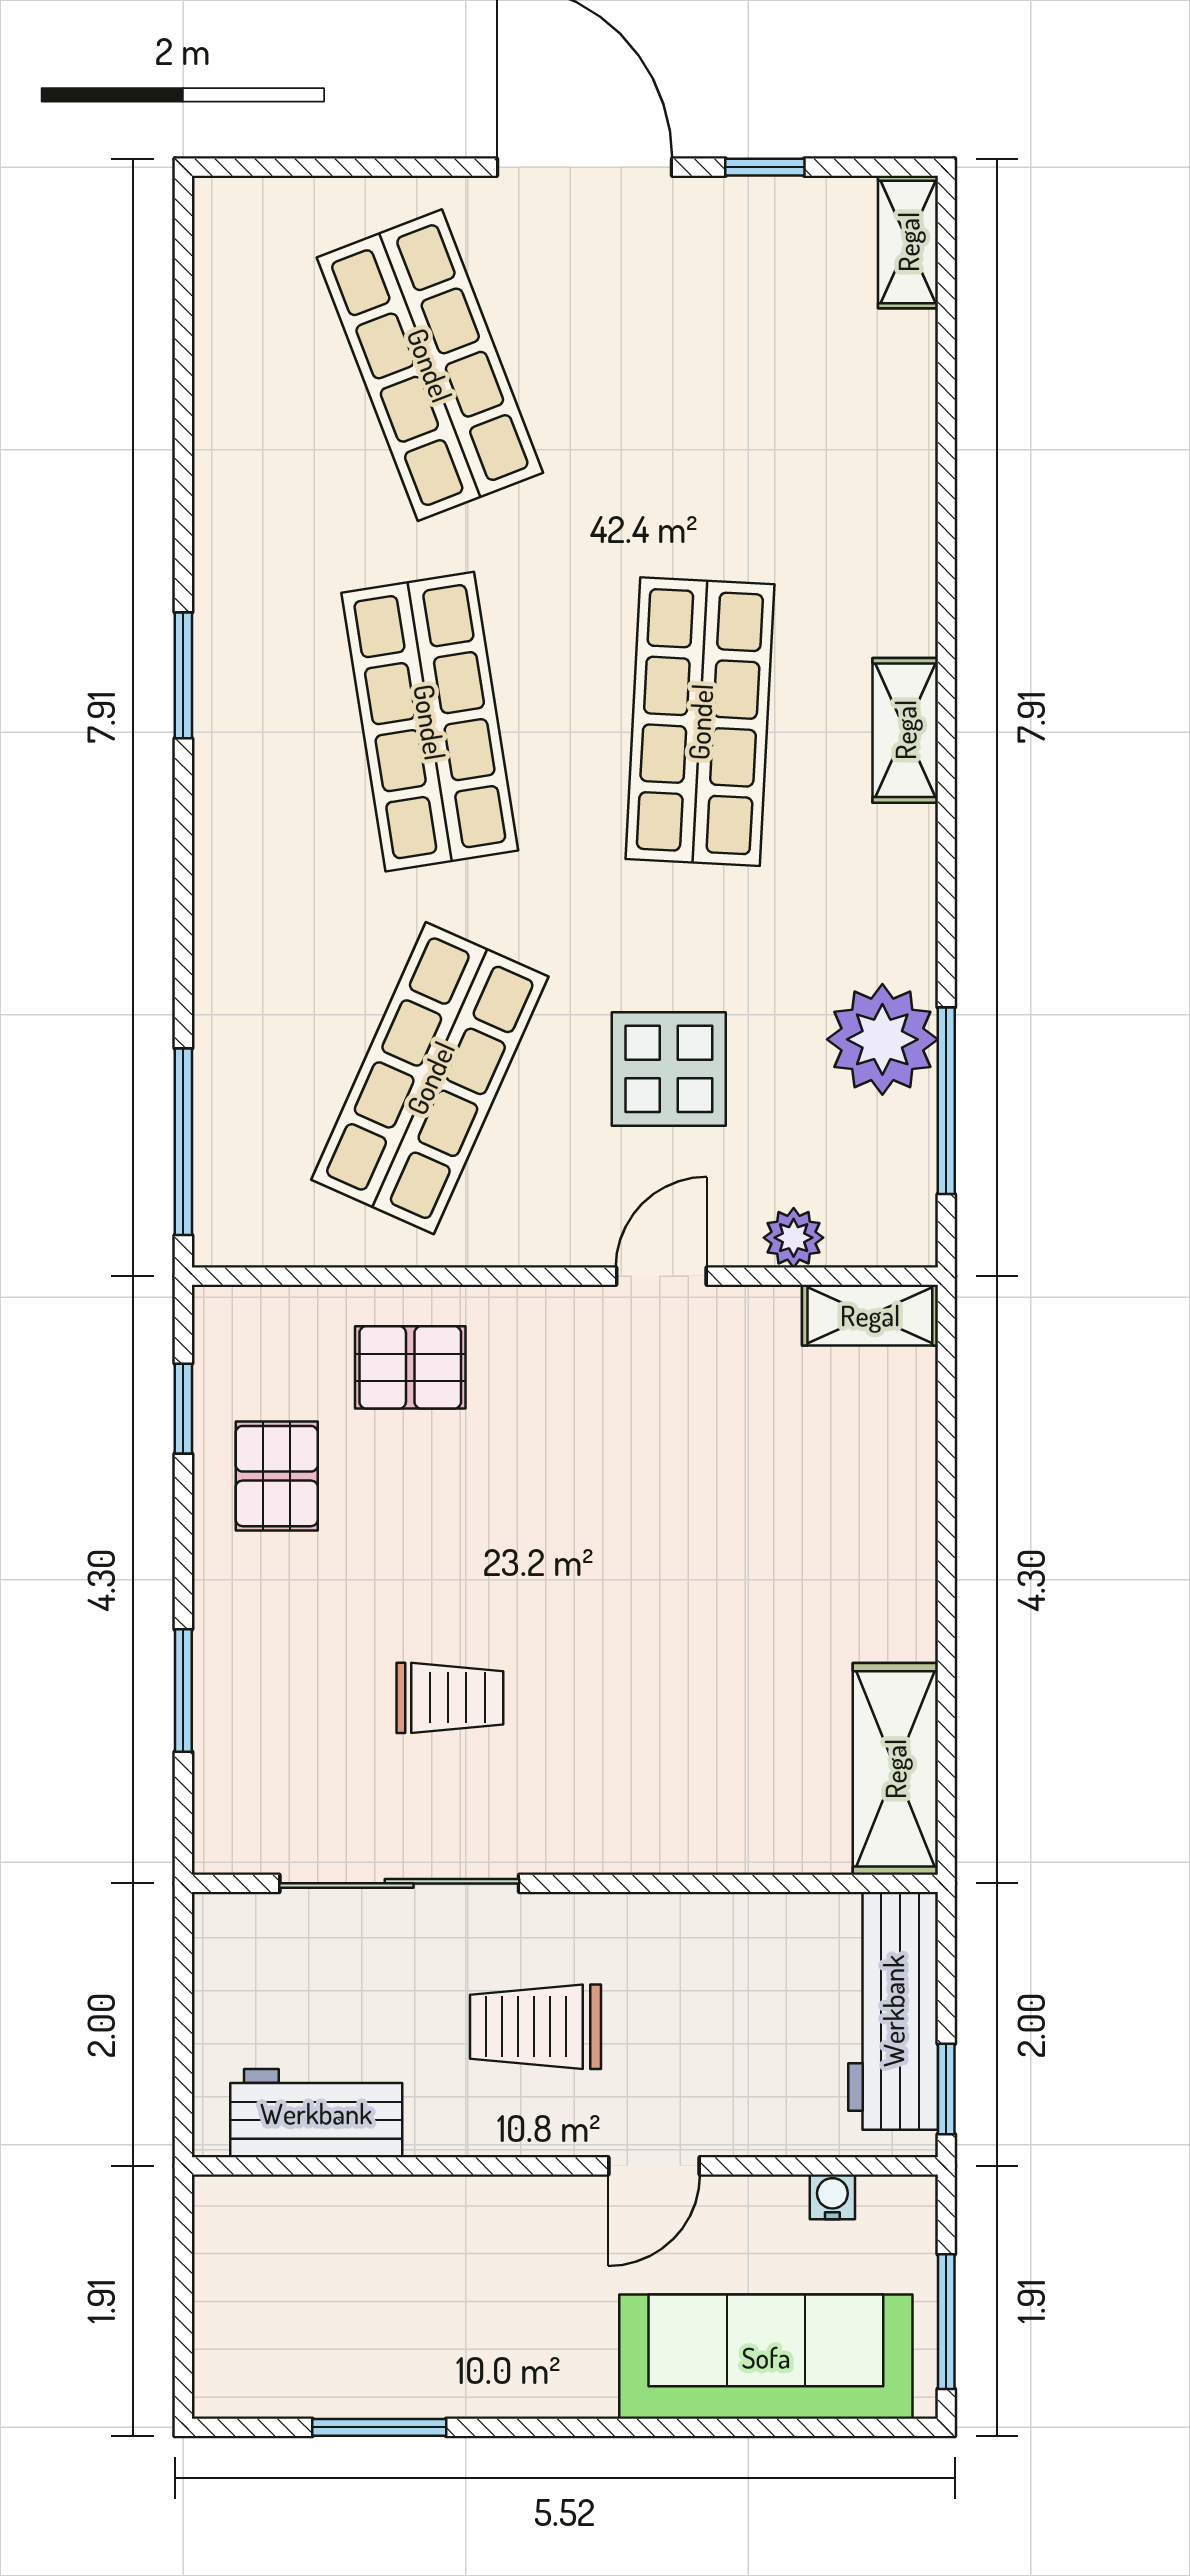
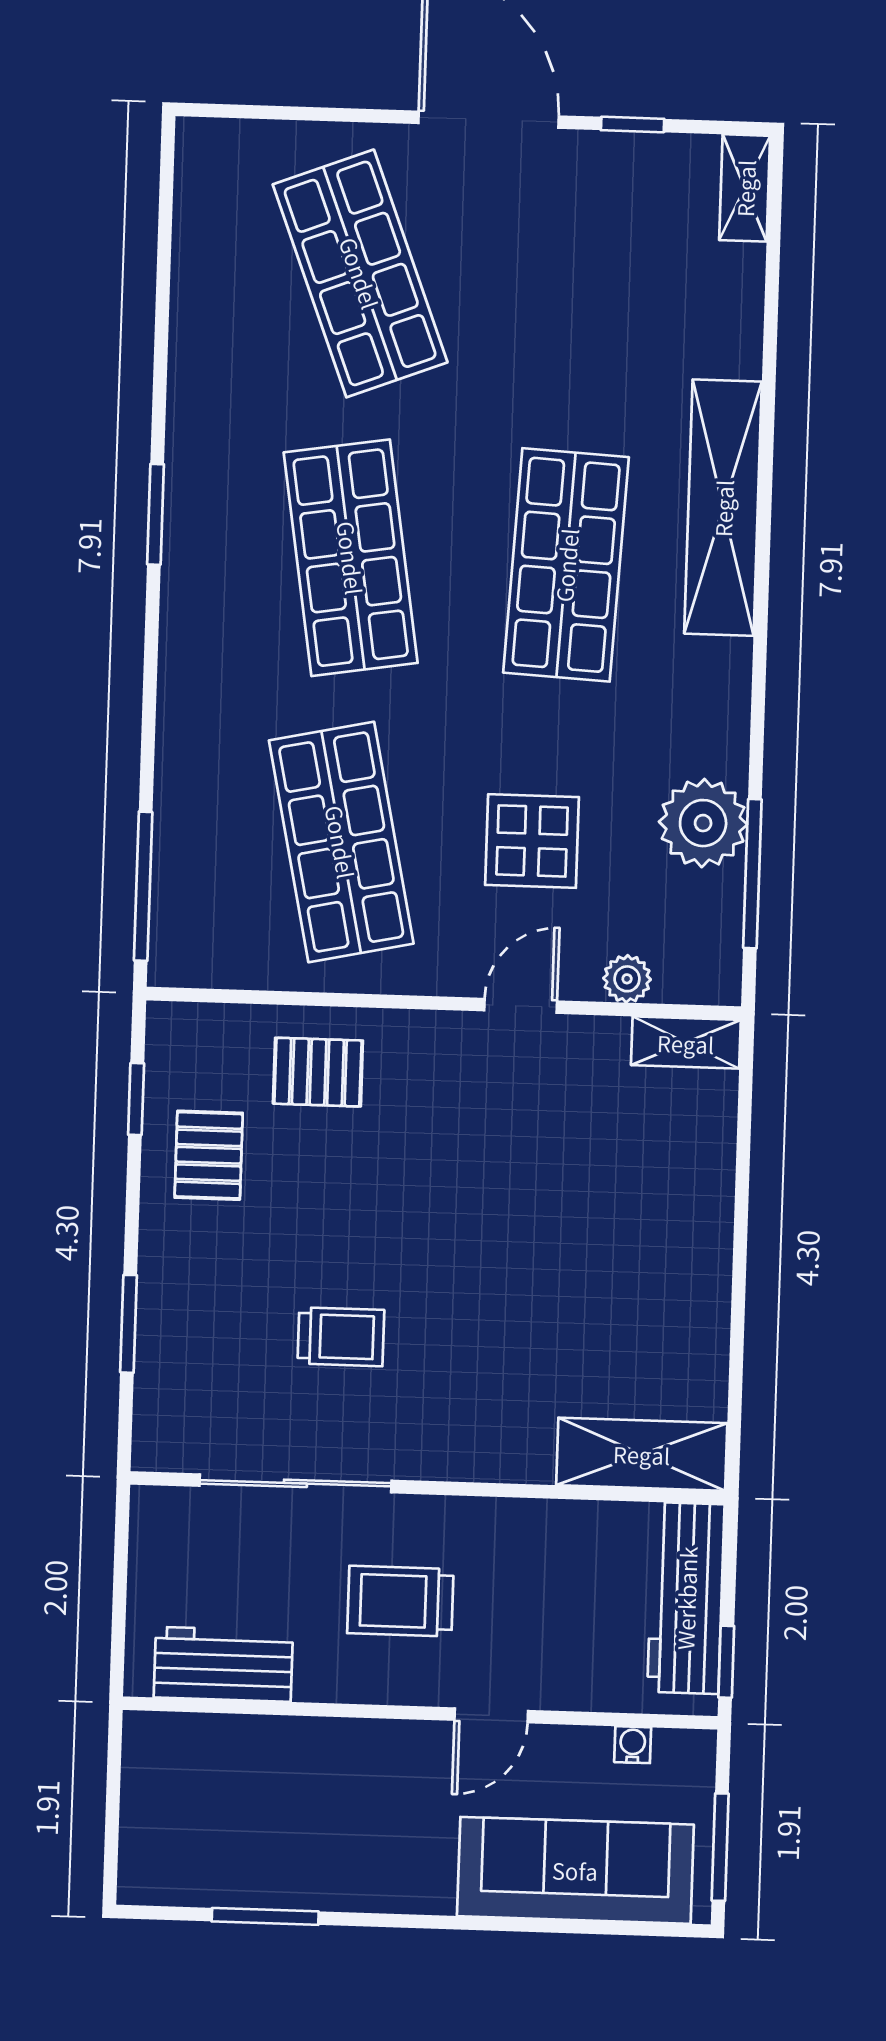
shelving: (905, 730) -> (723, 508), width x2.20, depth x1.33
shop shelf: (430, 1078) -> (341, 842), turned -36
shelving: (895, 1769) -> (642, 1454), moved, turned 90

